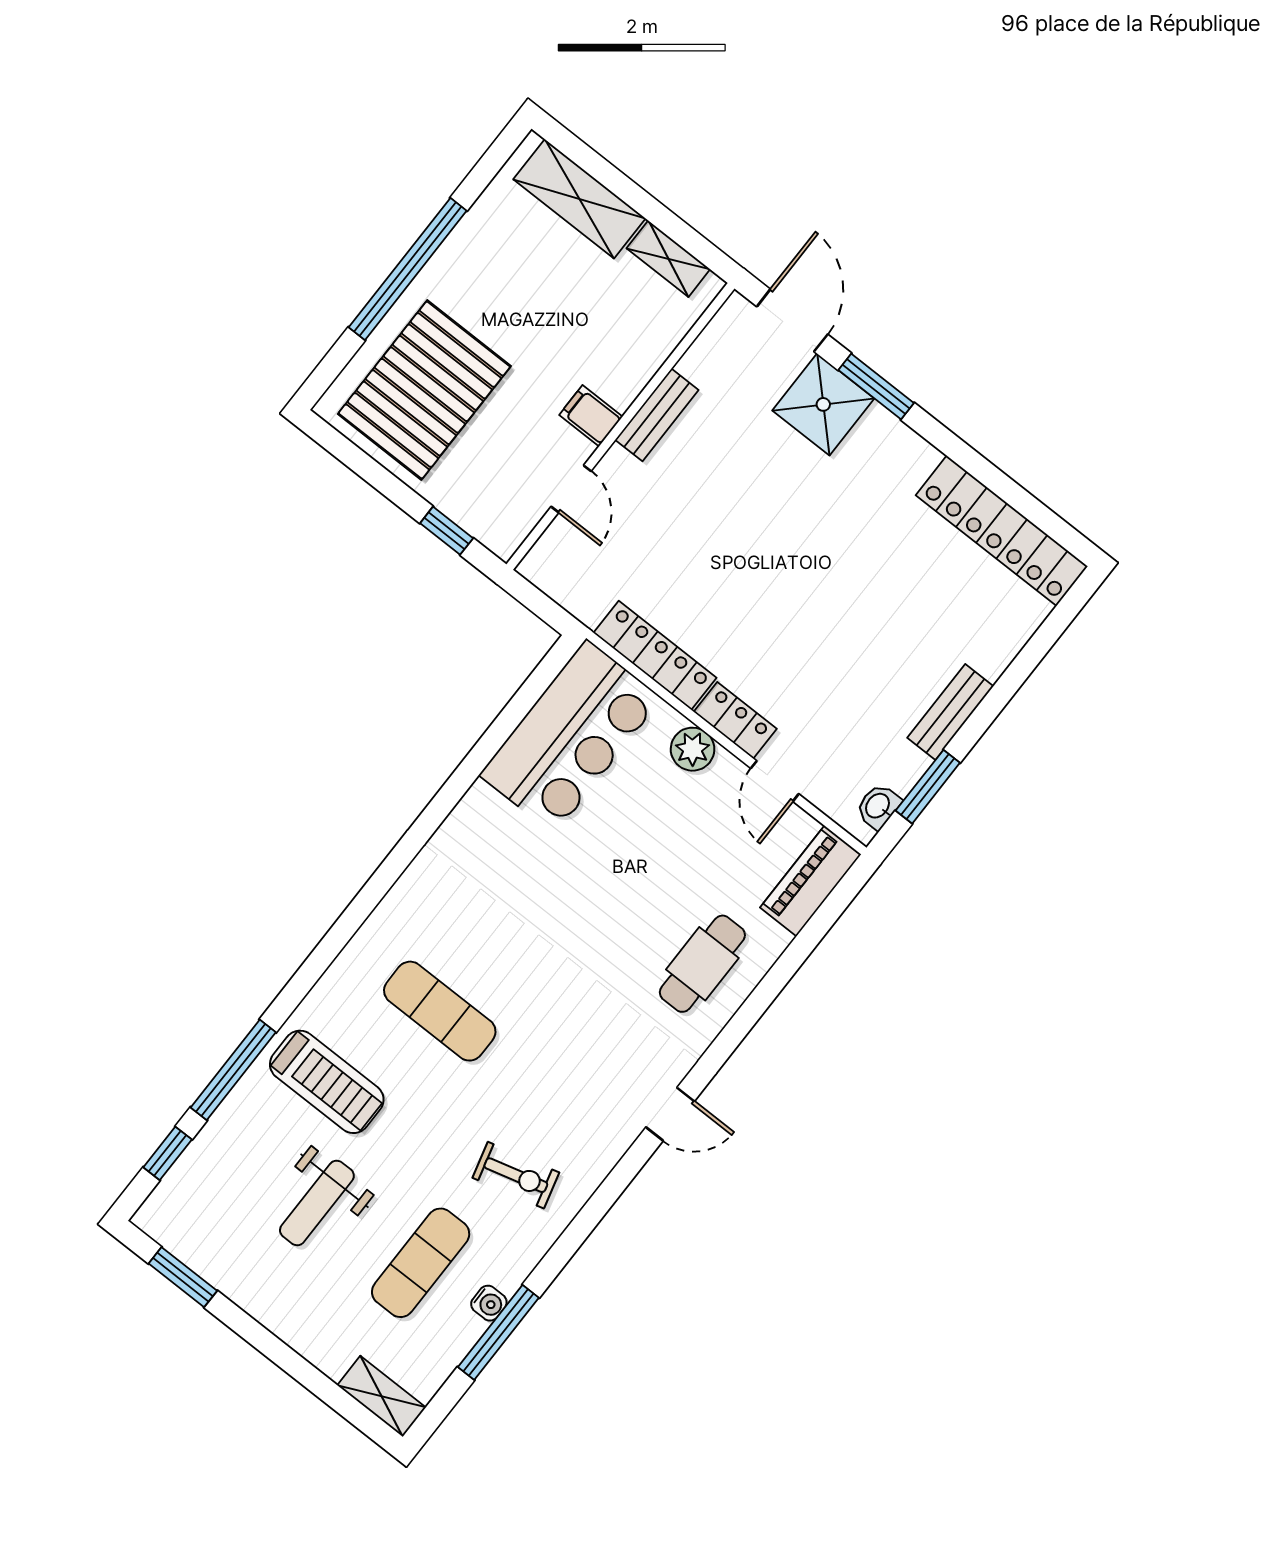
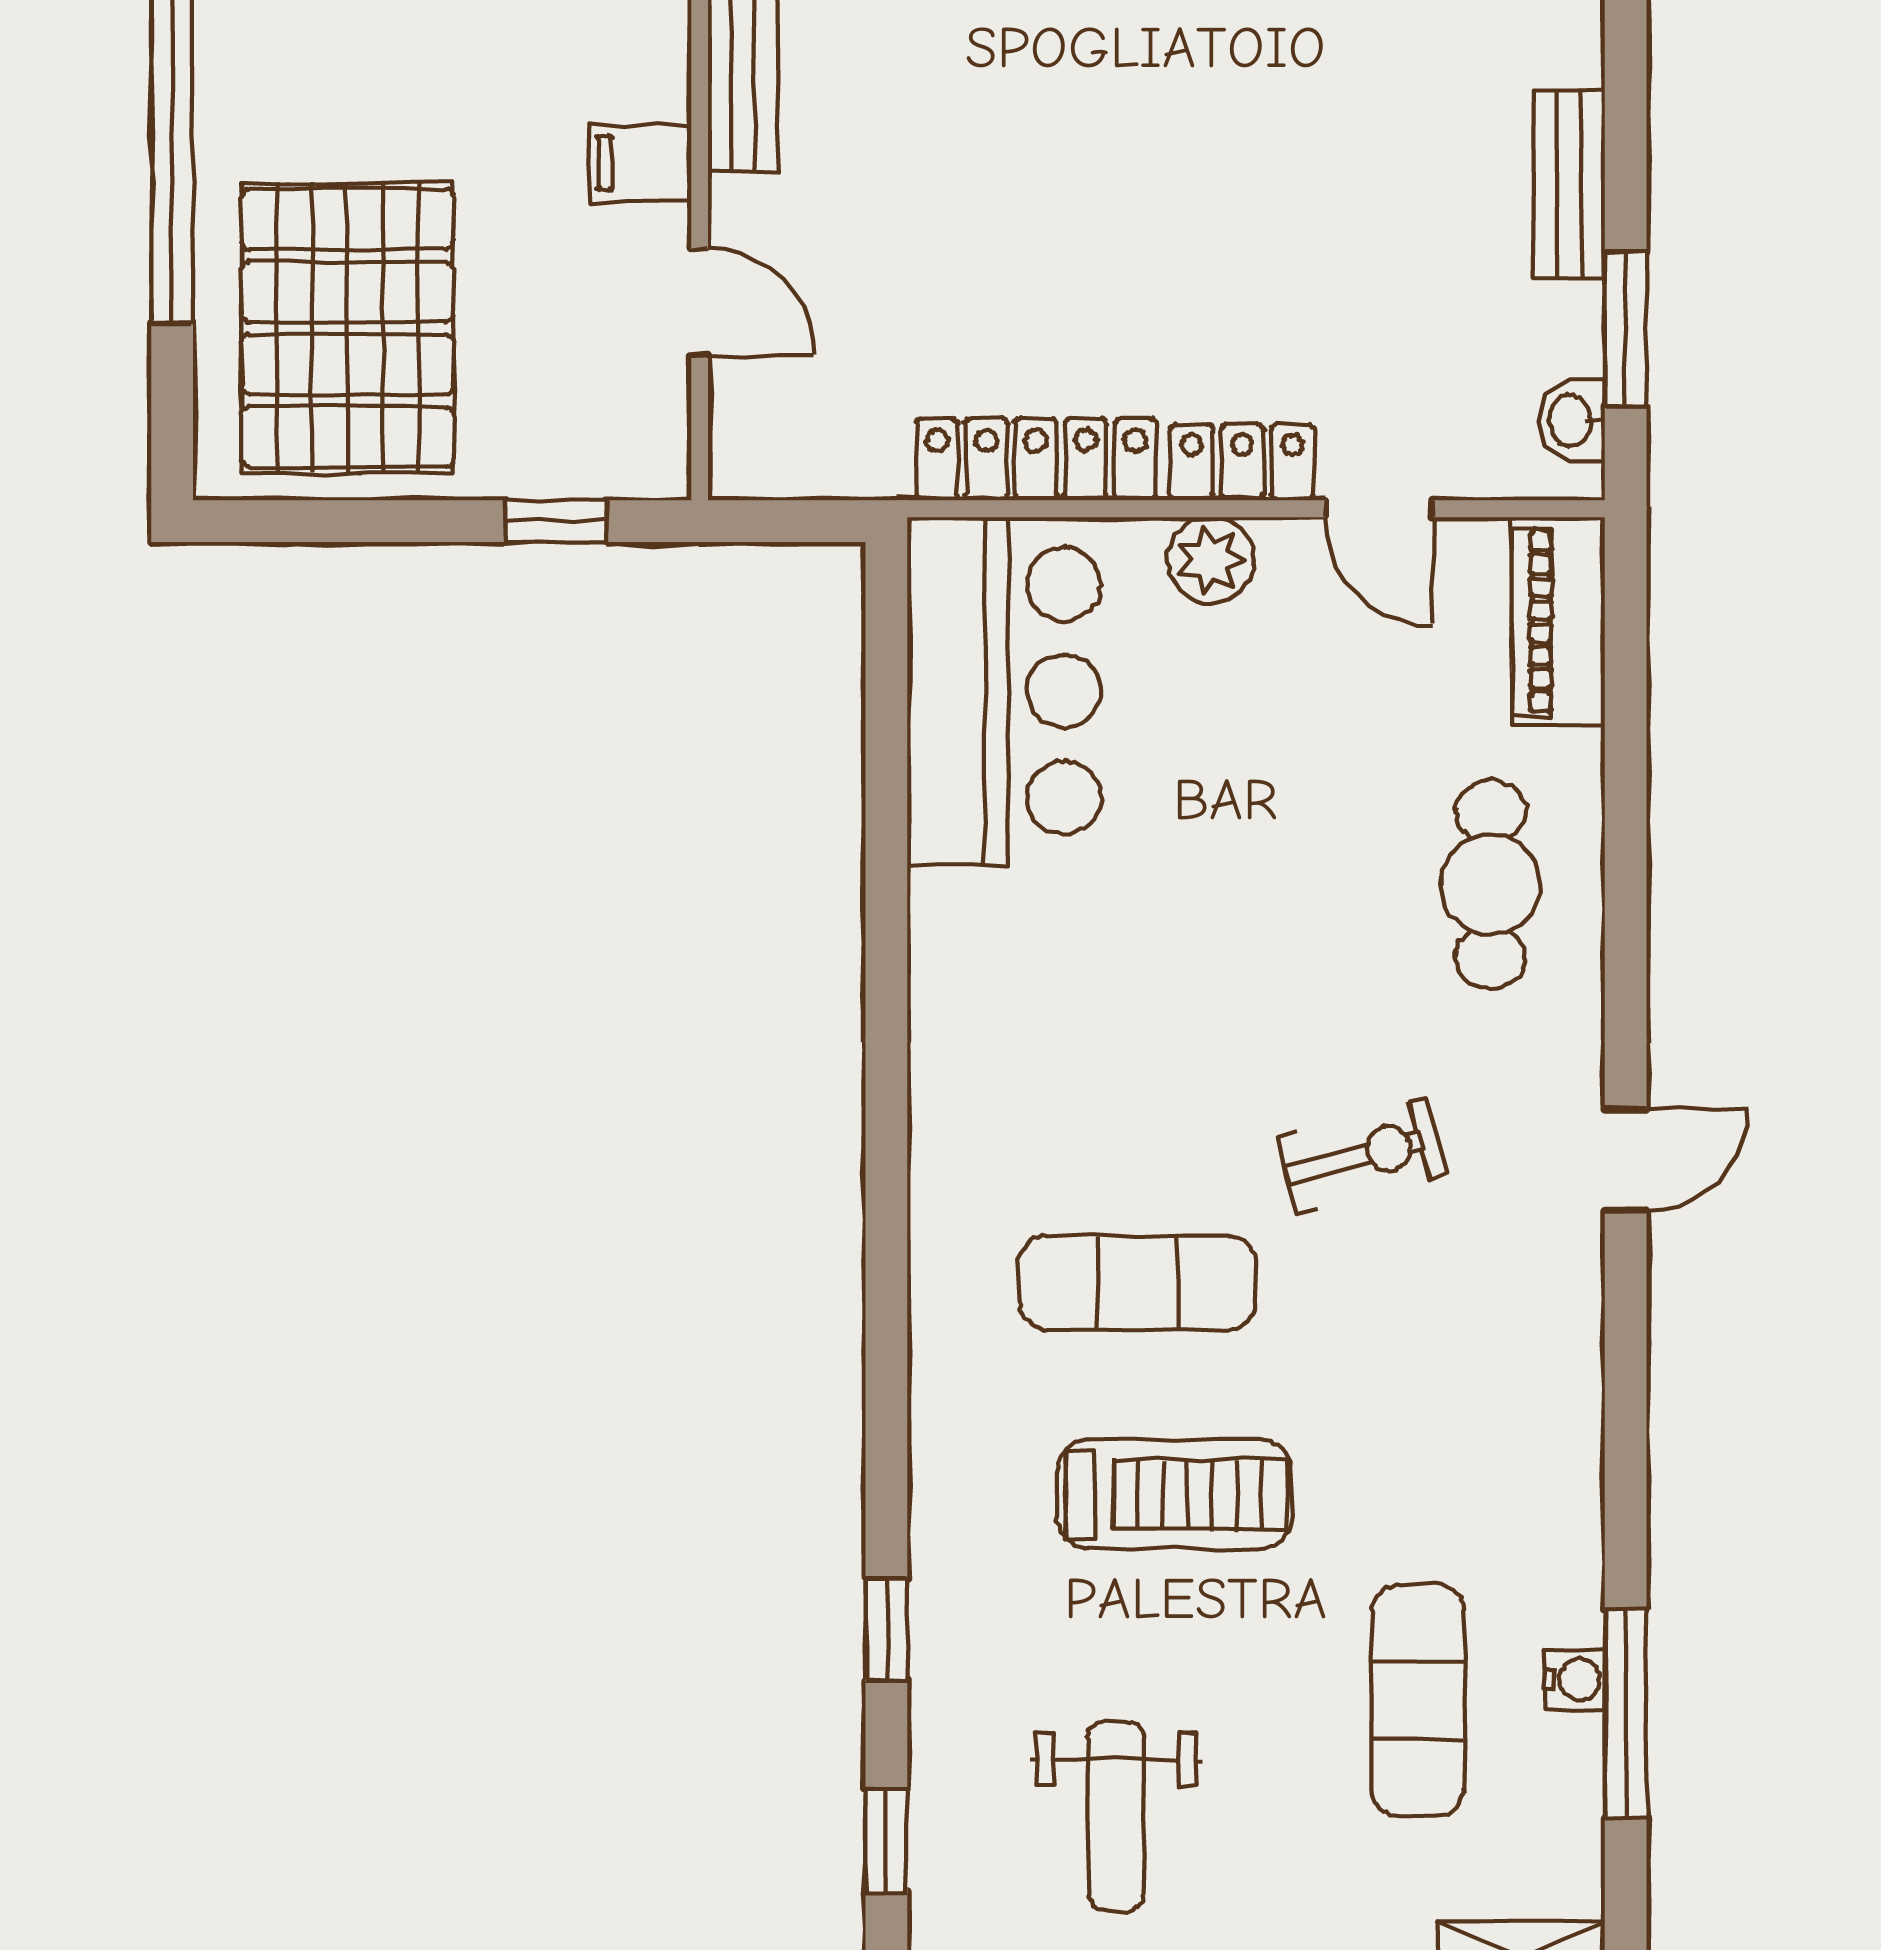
window: (233, 1070) -> (886, 1629), width x0.46
treadmill: (327, 1082) -> (1175, 1494), moved
exercise bike: (516, 1175) -> (1361, 1156), moved
weight bench: (317, 1203) -> (1116, 1816), moved

